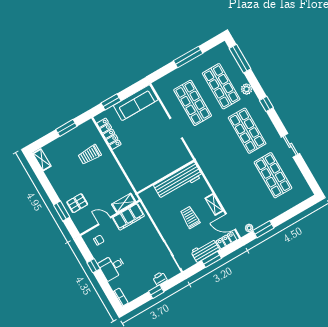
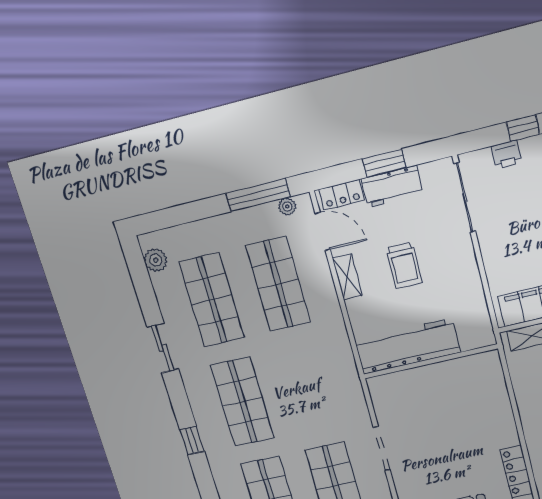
plant: (247, 89) -> (156, 260), moved
shop shelf: (244, 192) -> (278, 284), added
window: (263, 229) -> (258, 195), width x1.44

